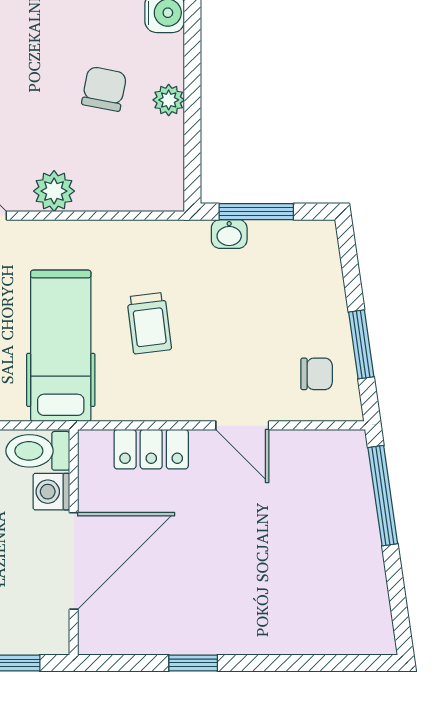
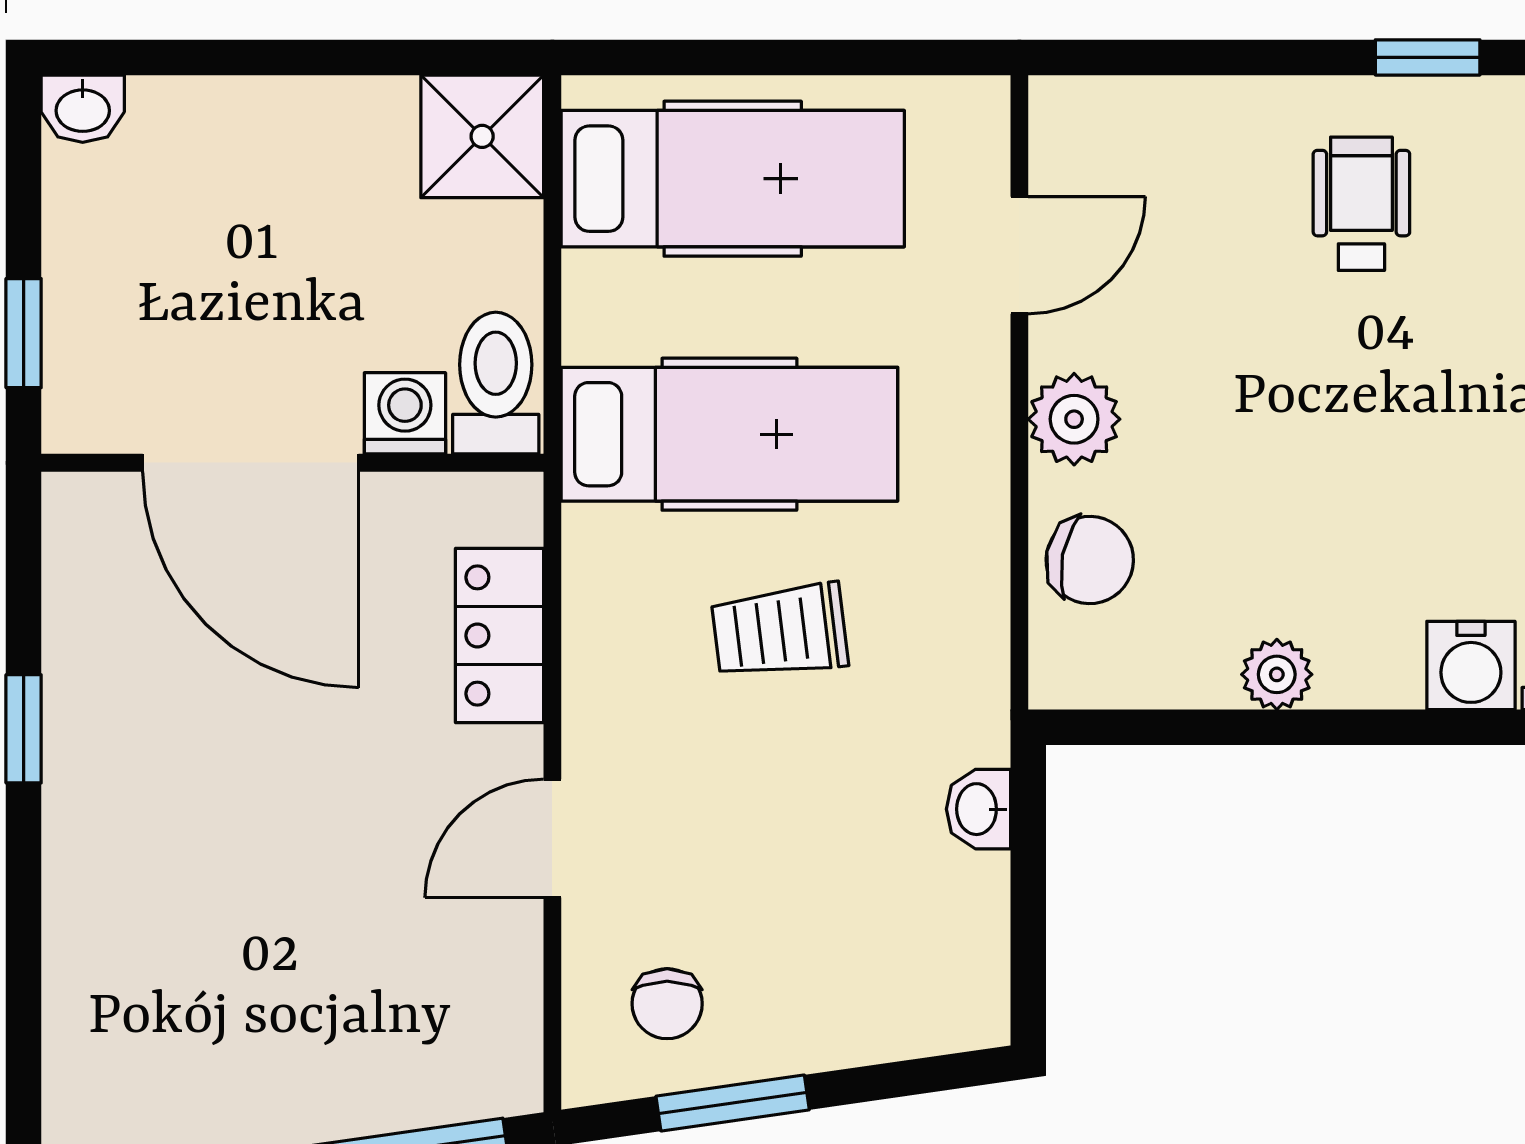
chair: (104, 89) -> (1090, 560), moved
window: (256, 212) -> (1028, 869), removed

